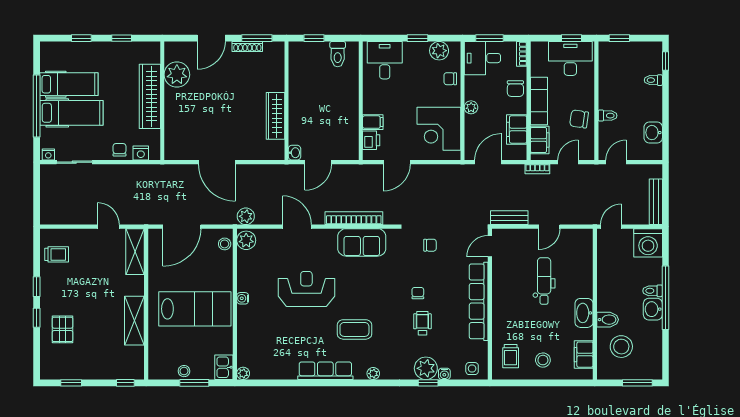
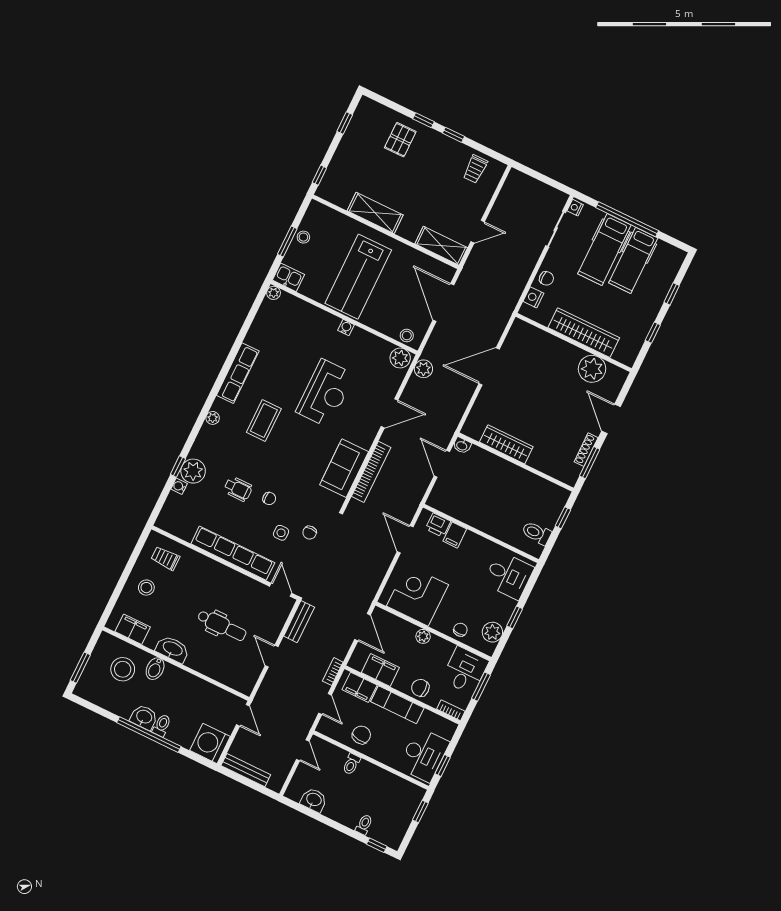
pallet: (62, 329) -> (400, 140), turned 90
side table: (472, 369) -> (281, 533), moved

